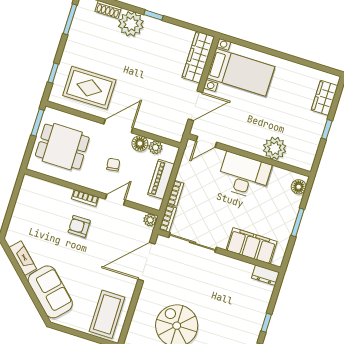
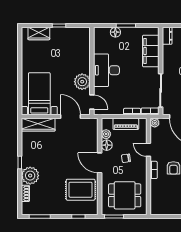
rug: (89, 88) -> (81, 190), turned 90
dining table: (62, 147) -> (125, 195), turned 90
plant: (275, 148) -> (82, 82), moved
floor lamp: (299, 187) -> (115, 32), moved

